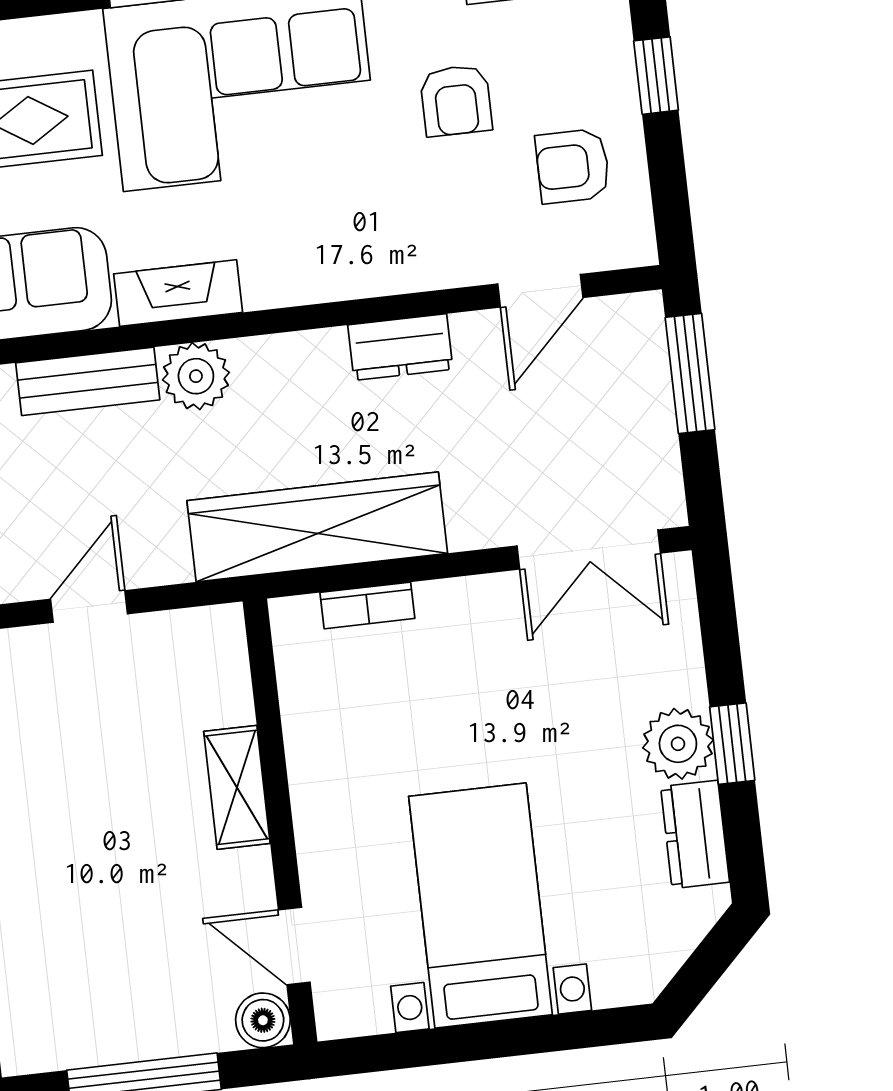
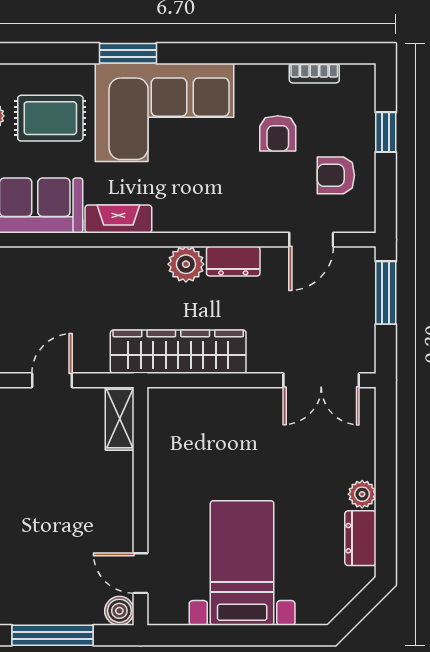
plant: (196, 376) -> (186, 264), moved
bench: (88, 381) -> (65, 260), removed
bookcase: (367, 605) -> (200, 397), removed
plant: (678, 744) -> (362, 494), width x0.73, depth x0.73
window: (732, 744) -> (386, 492), removed
shelving: (237, 787) -> (120, 419), moved

